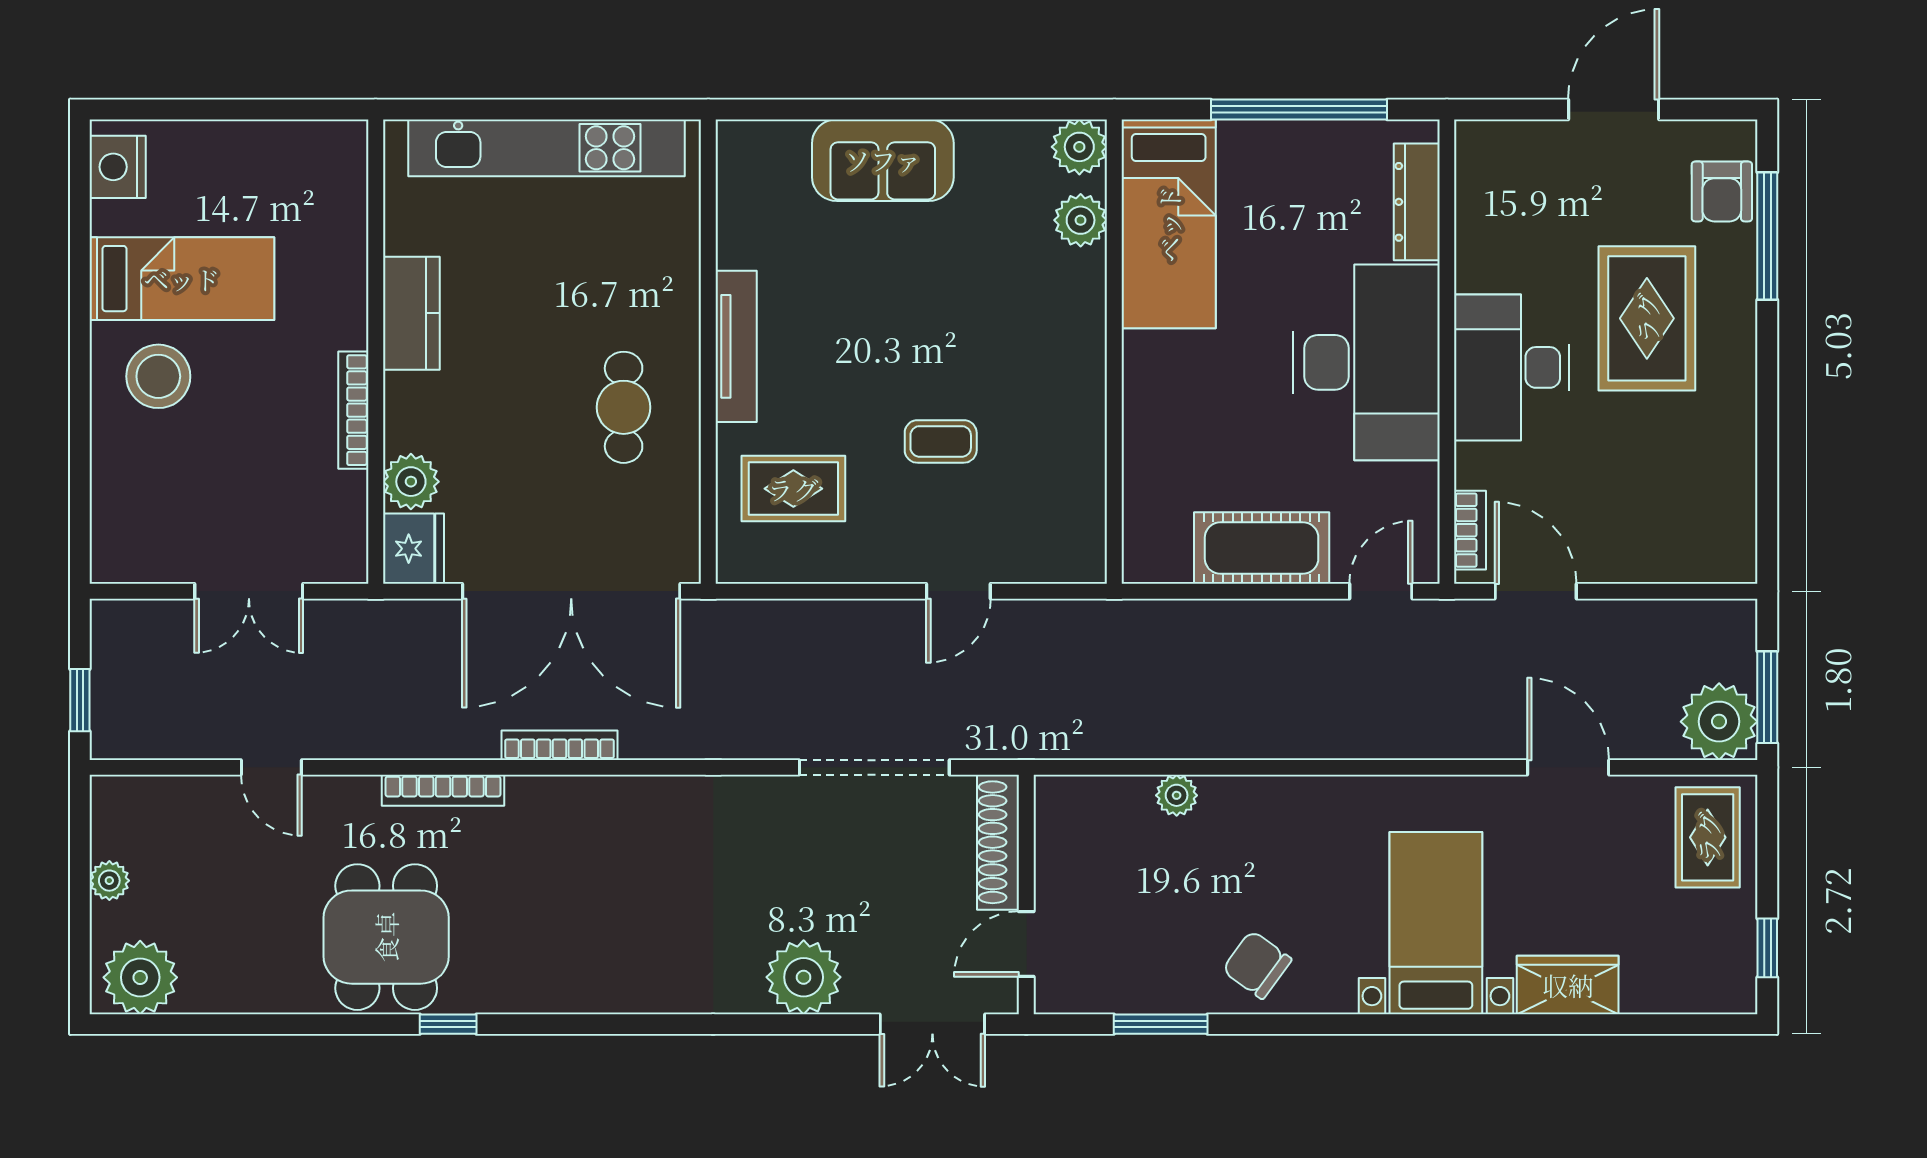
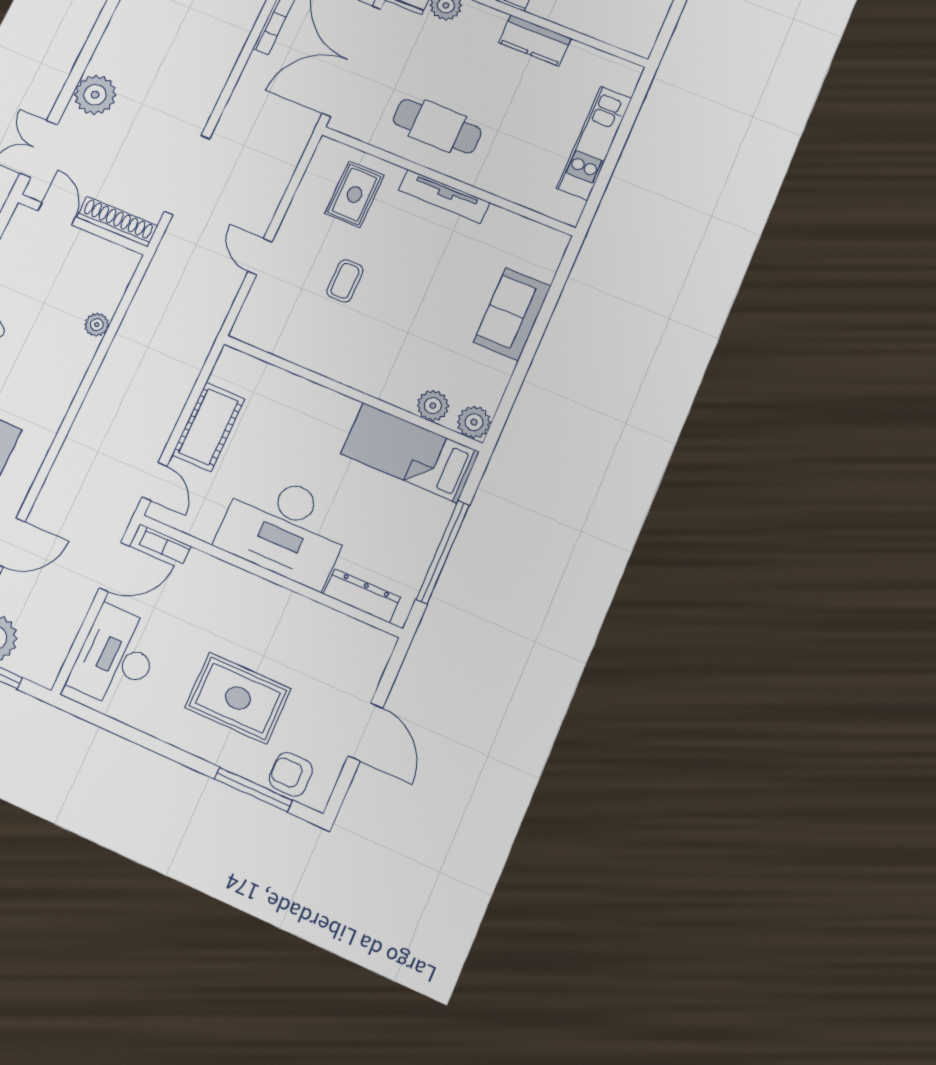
kitchen unit: (547, 148) -> (594, 143), width x0.73
desk: (1512, 367) -> (116, 657), moved, turned -90
cafe table: (624, 407) -> (437, 126), width x1.37, depth x1.35

